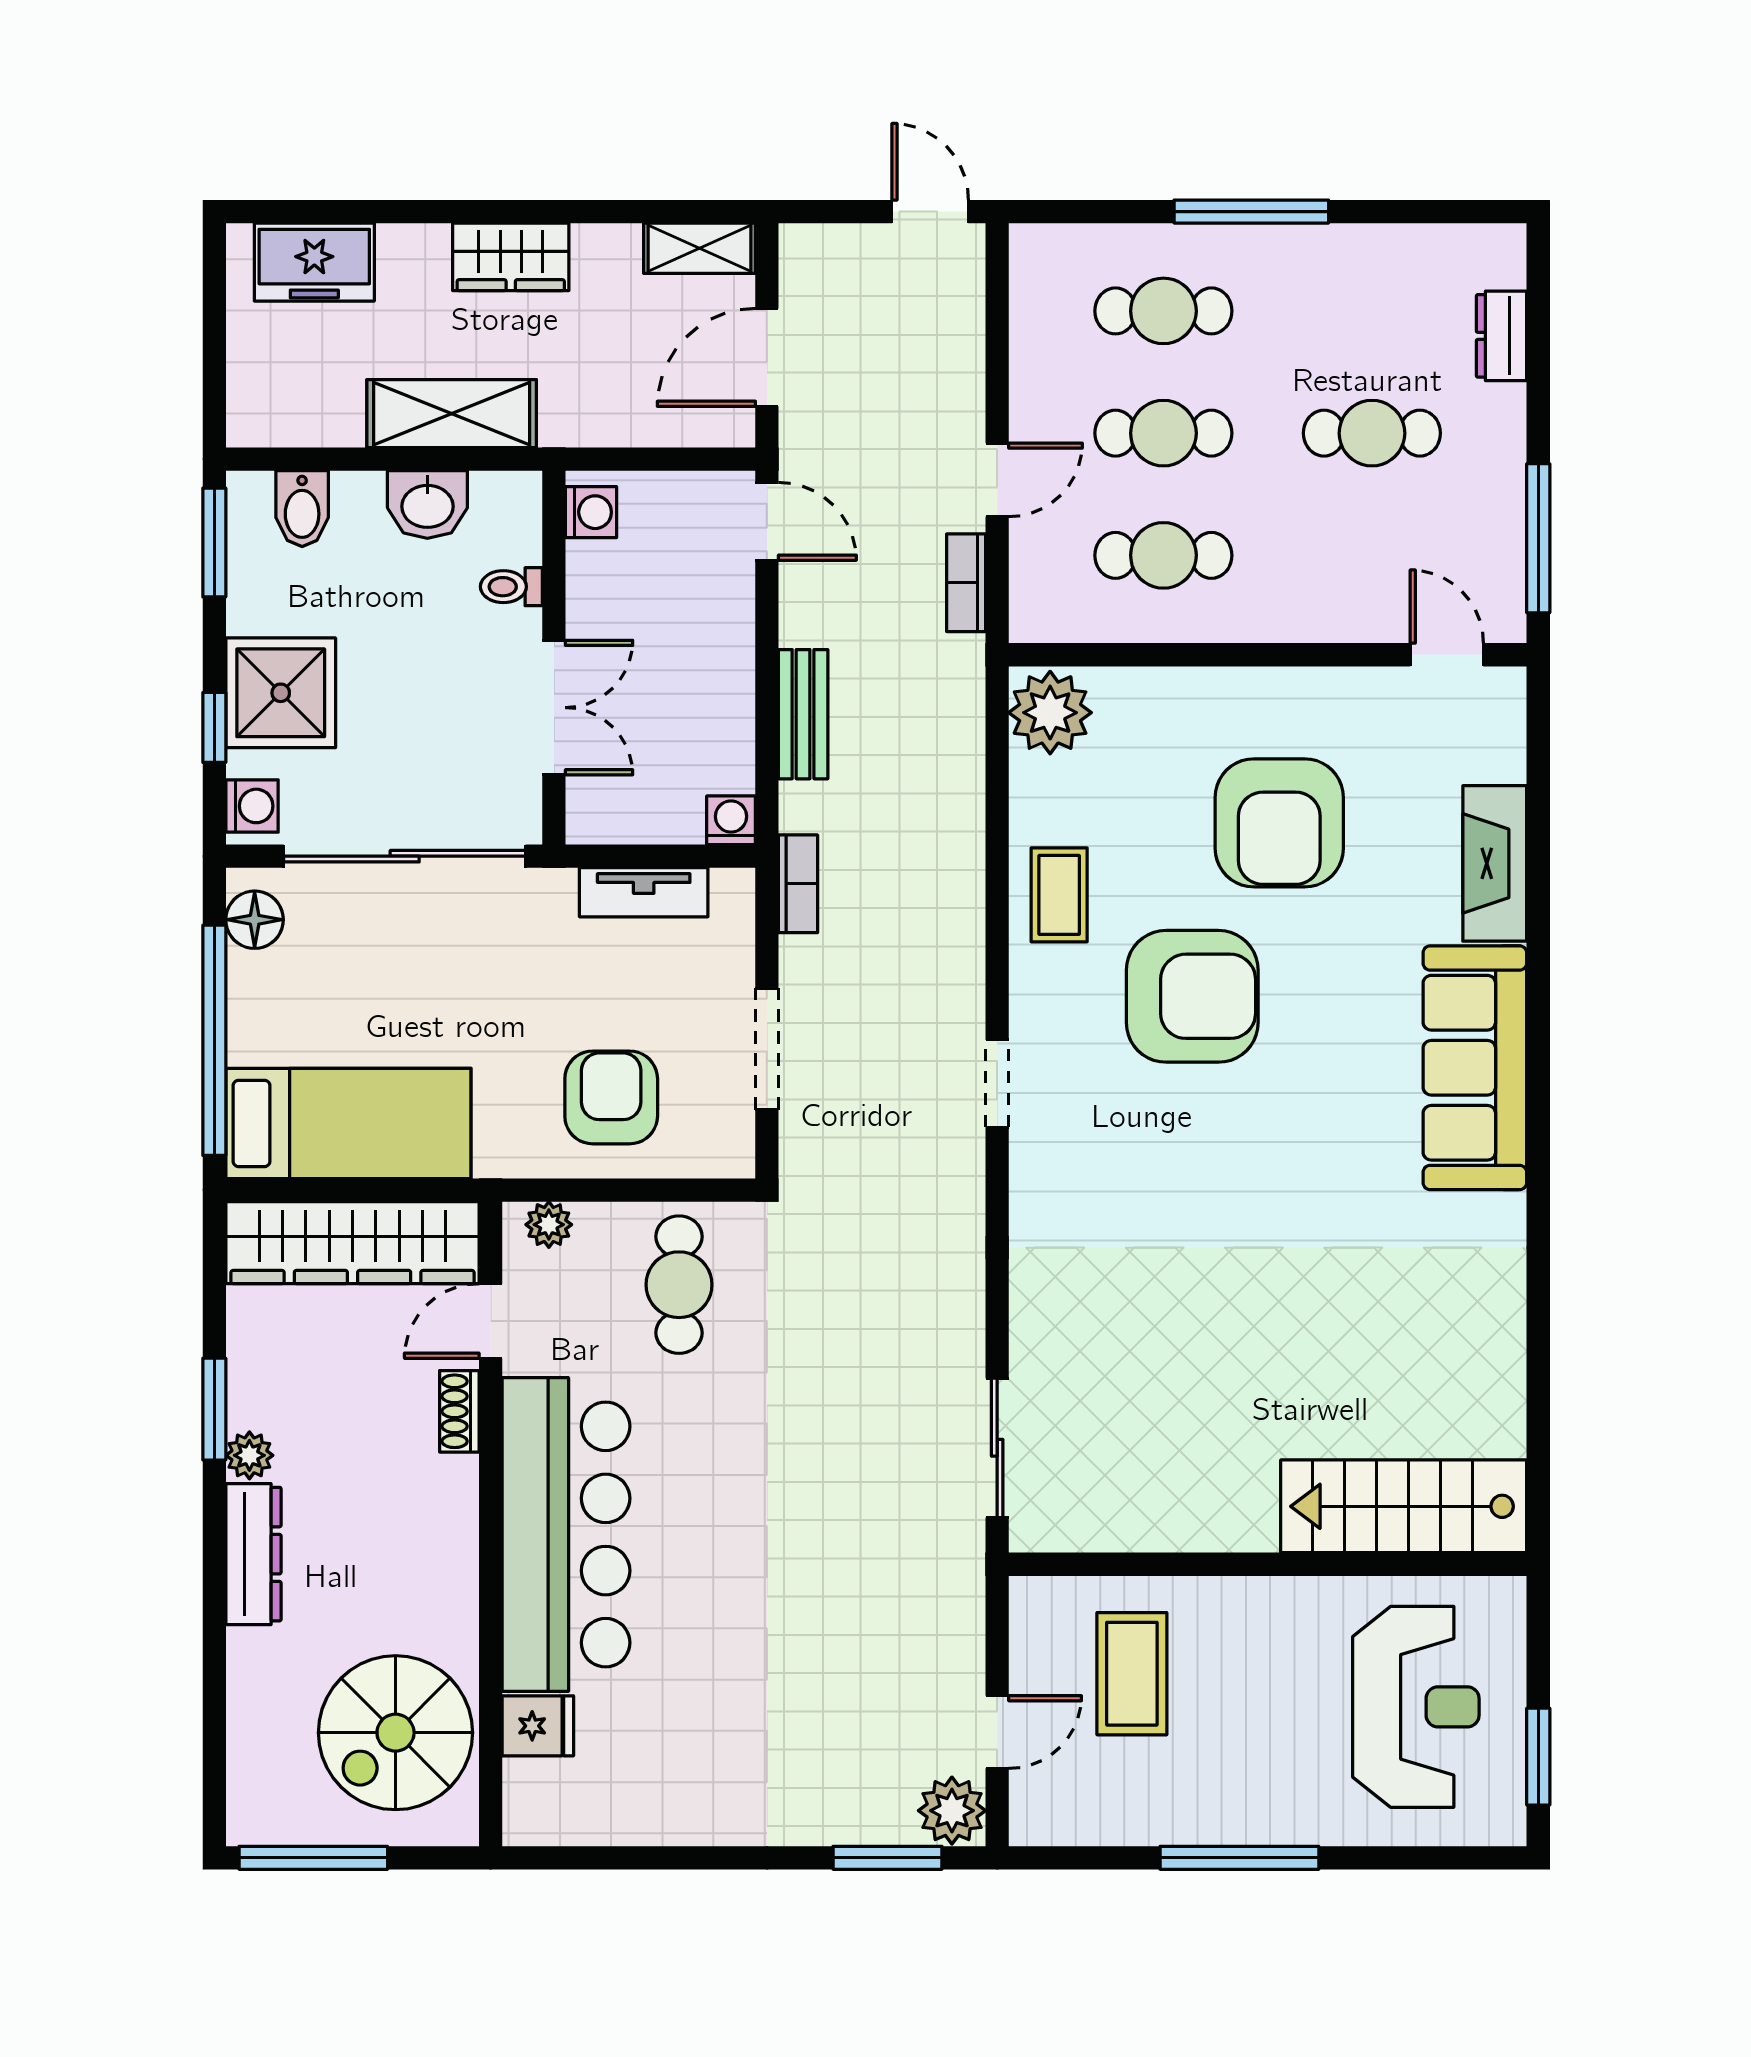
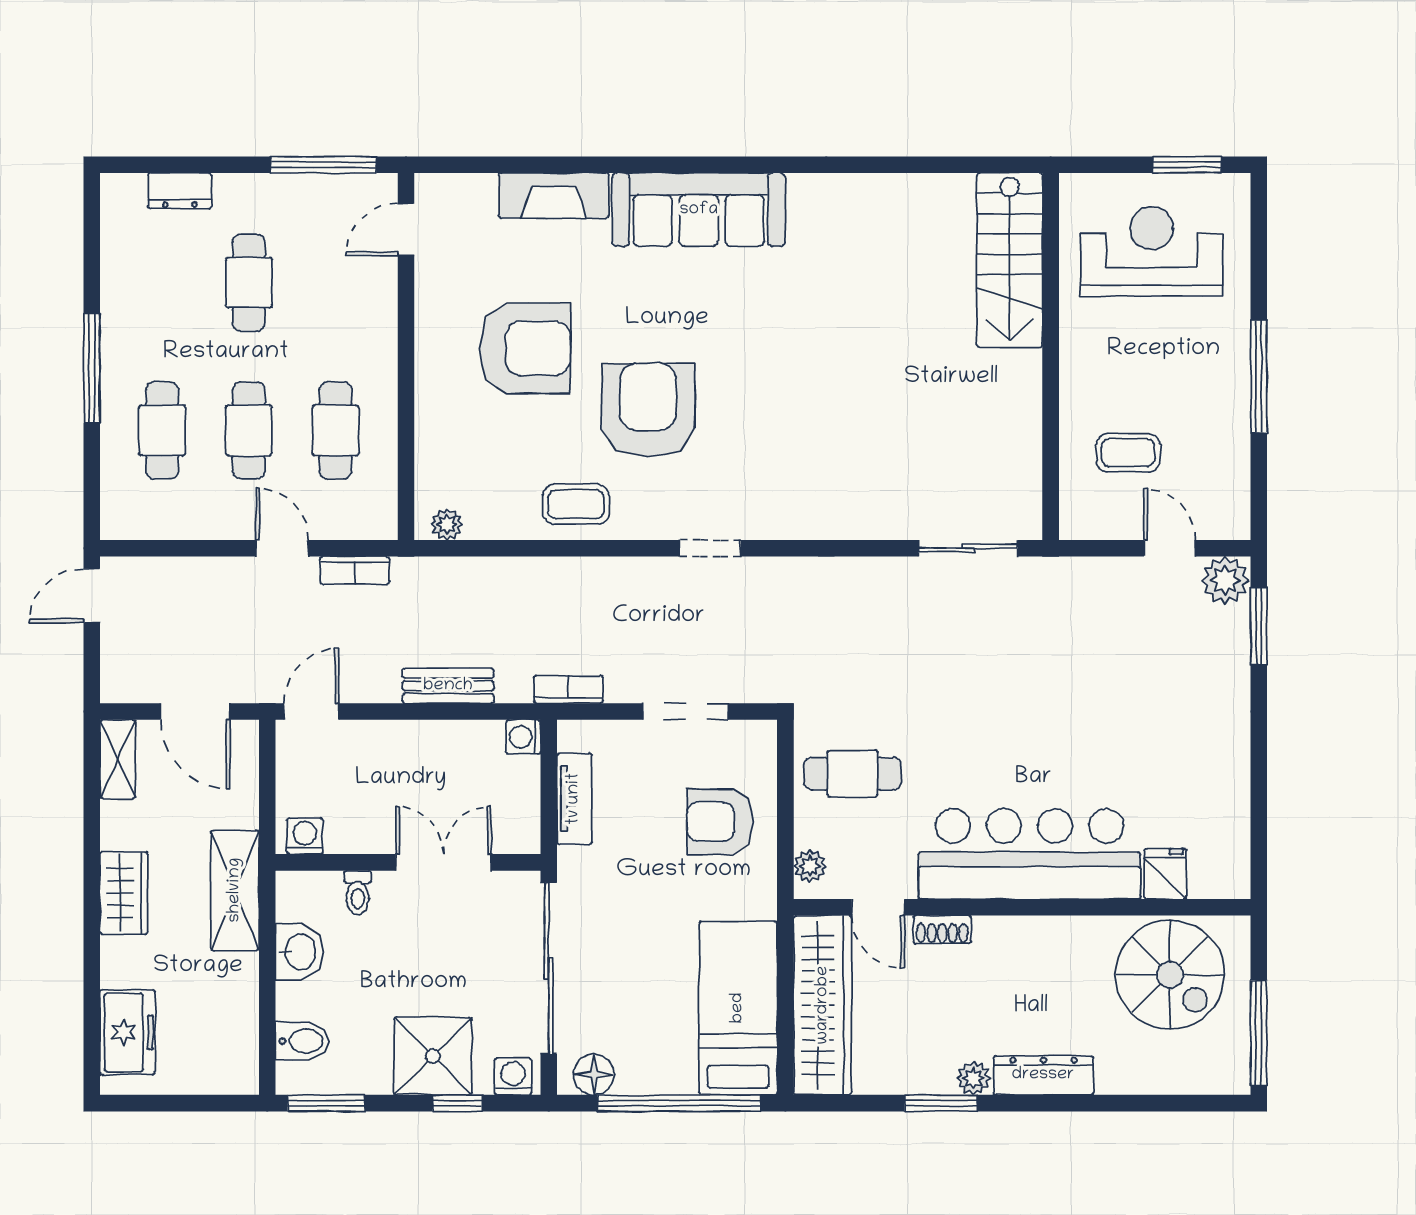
shelving: (452, 414) -> (235, 890), moved
plant: (1050, 713) -> (447, 524), width x0.53, depth x0.53
coffee table: (1132, 1674) -> (1128, 453), width x0.73, depth x0.77

